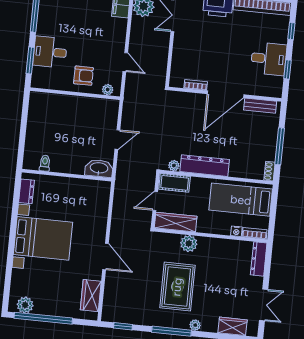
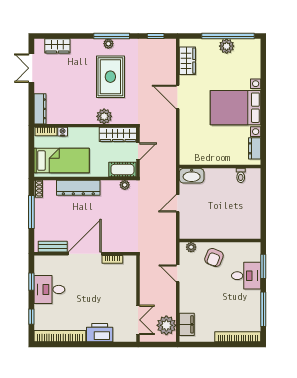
armchair: (83, 76) -> (214, 257), turned -69
dresser: (205, 166) -> (78, 188), moved
plant: (25, 305) -> (227, 46), moved
plant: (195, 325) -> (108, 44), moved

